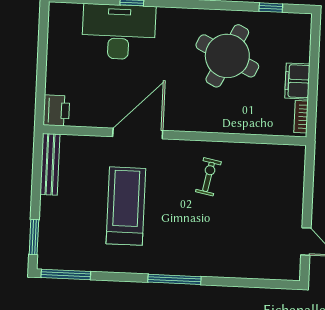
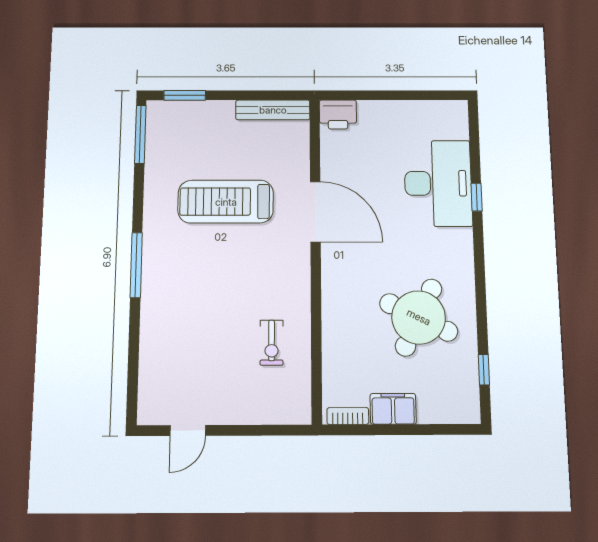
exercise bike: (208, 177) -> (272, 343), moved, turned 79
treadmill: (126, 206) -> (226, 202), turned 180

